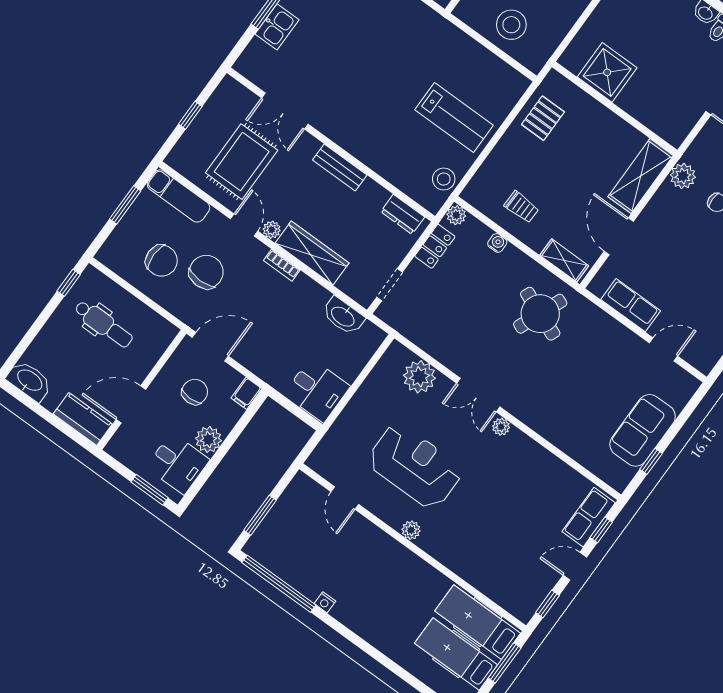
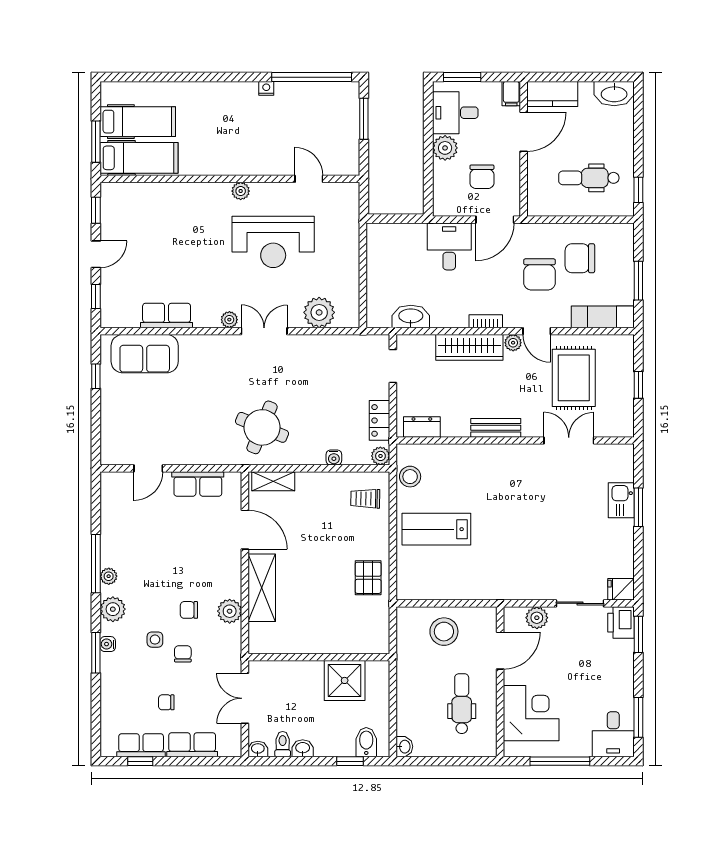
shower: (607, 72) -> (345, 680), moved
wall: (615, 108) -> (319, 657), moved
trolley: (521, 207) -> (365, 499), moved
desk: (317, 390) -> (449, 246), moved, turned 90
filing cabinet: (246, 393) -> (511, 94), moved, turned 180
sofa: (643, 430) -> (145, 354), moved, turned 90
row of seats: (589, 517) -> (167, 316), moved, turned -90

